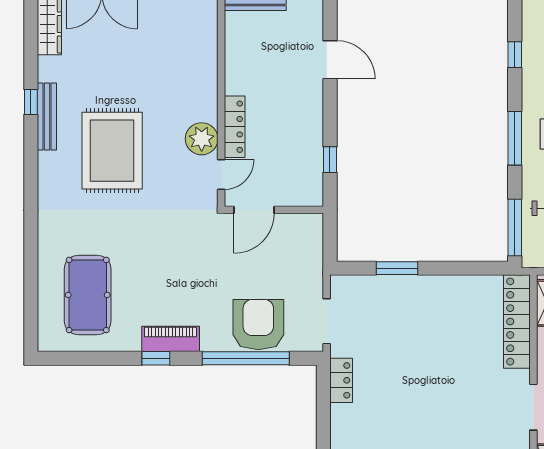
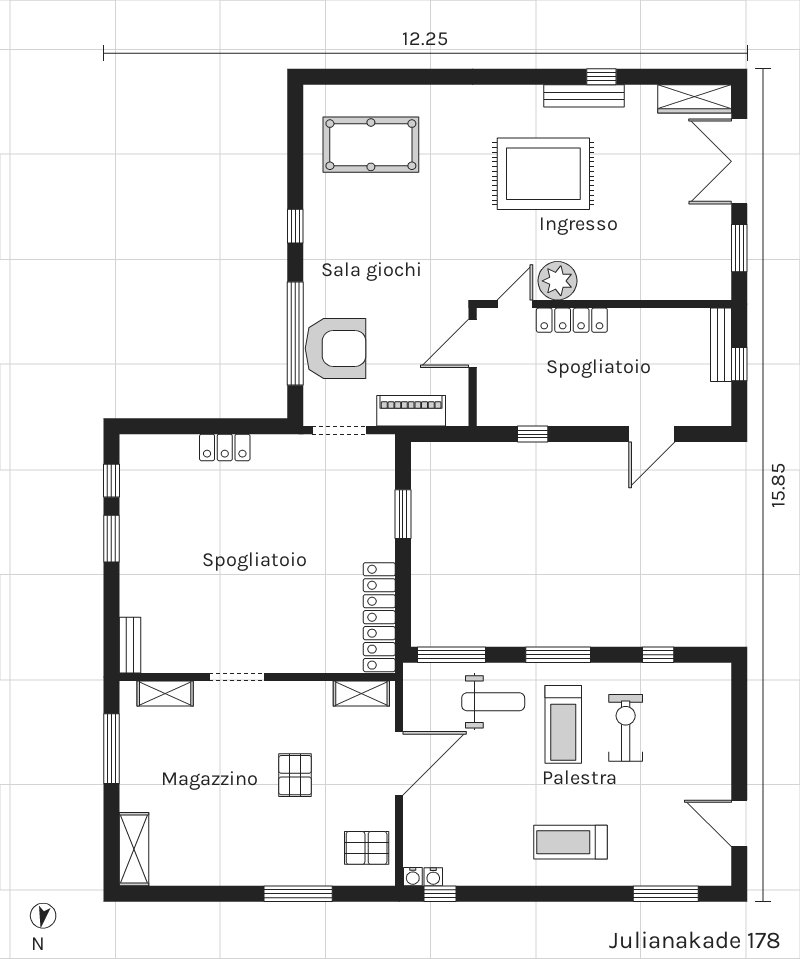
door: (221, 175) -> (515, 304), swing flipped
door: (254, 210) -> (473, 343), hinge flipped
locker: (517, 322) -> (379, 617), moved, turned -90
piano: (171, 339) -> (411, 411), moved, turned -90
locker: (341, 380) -> (225, 447), moved

